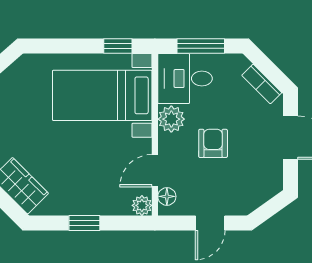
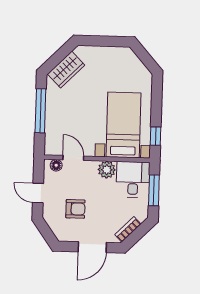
armchair: (213, 143) -> (75, 209), moved
plant: (142, 205) -> (51, 149), removed
window: (84, 223) -> (40, 111), width x2.17

